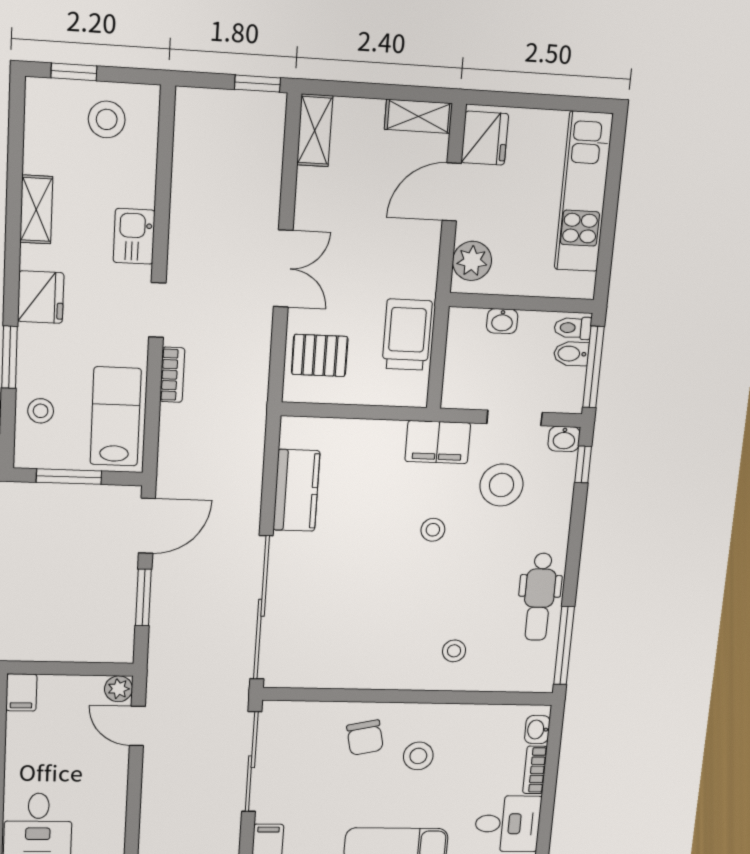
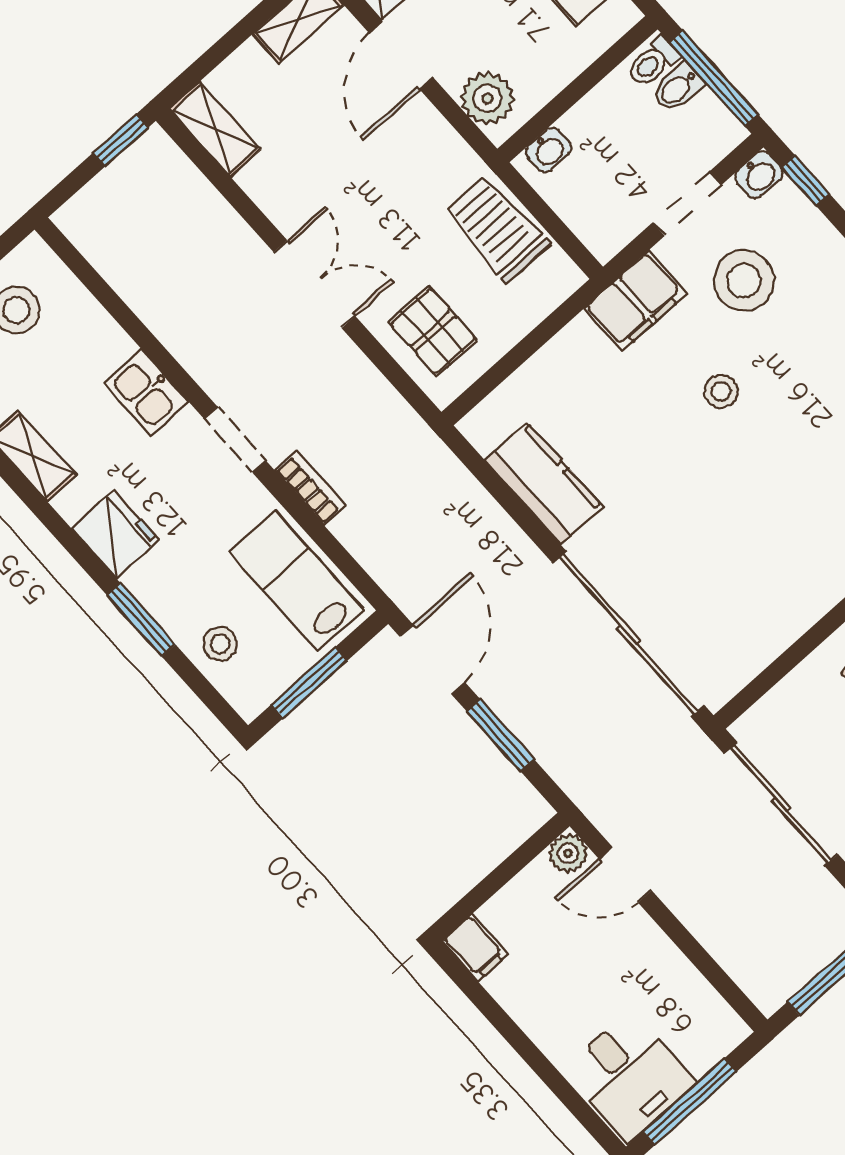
washbasin: (502, 321) -> (549, 150), moved
pallet: (320, 355) -> (433, 331), turned 90

